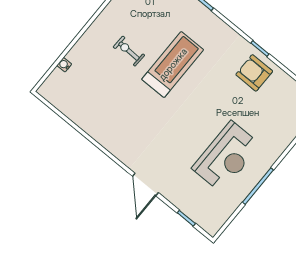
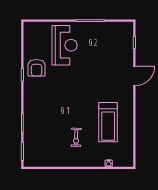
treadmill: (173, 64) -> (108, 122), moved, turned -90
reception desk: (226, 157) -> (65, 45), moved, turned 90

